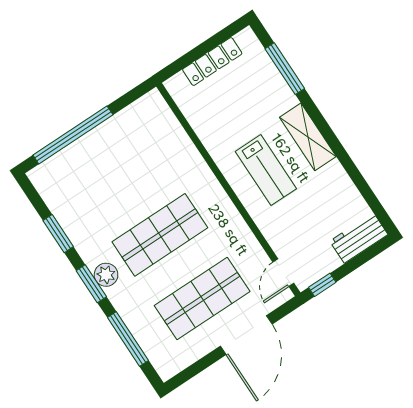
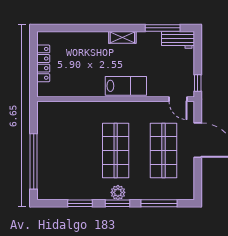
window: (285, 69) -> (163, 28), moved
shelving: (308, 137) -> (122, 37), width x0.67, depth x0.75
lab bench: (266, 170) -> (126, 86), moved
workbench: (359, 238) -> (178, 40), moved, turned -90

